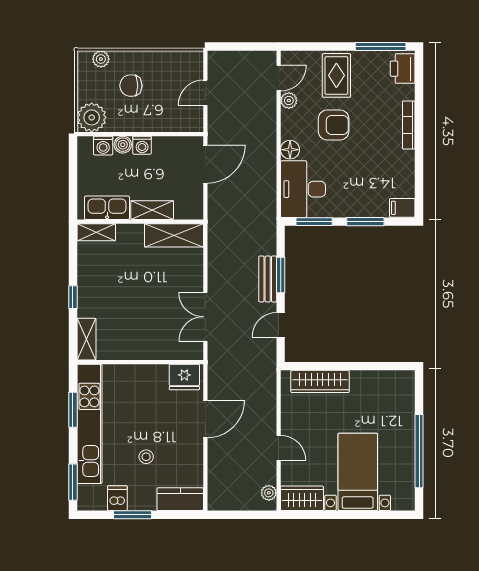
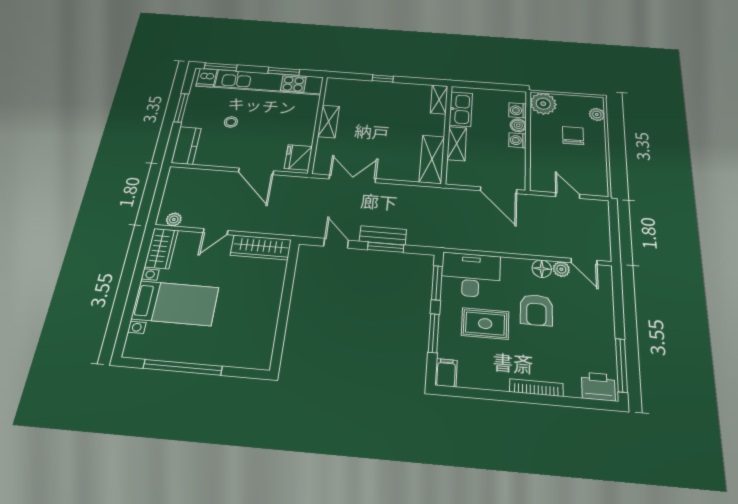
rug: (336, 75) -> (485, 324), moved
floor lamp: (290, 150) -> (542, 269), moved
shelving: (86, 339) -> (329, 121), moved, turned 90
wardrobe: (320, 381) -> (261, 247), moved, turned -90
dishwasher: (117, 498) -> (207, 78), moved, turned 90

